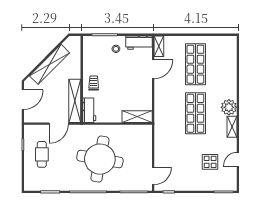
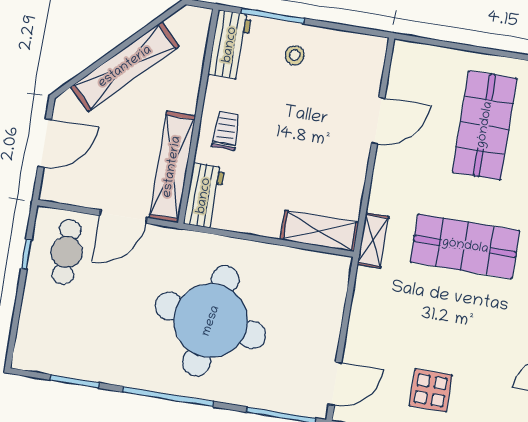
workbench: (139, 43) -> (230, 45), moved, turned -90
shelving: (159, 46) -> (373, 240), moved
shop shelf: (195, 113) -> (465, 246), turned 90
cafe table: (42, 154) -> (67, 252), moved
display table: (210, 162) -> (431, 390), moved

